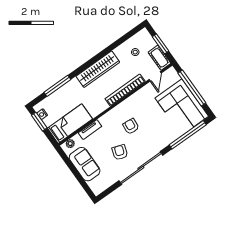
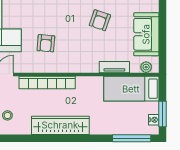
window: (57, 86) -> (132, 138), moved
armchair: (131, 126) -> (46, 43), moved

